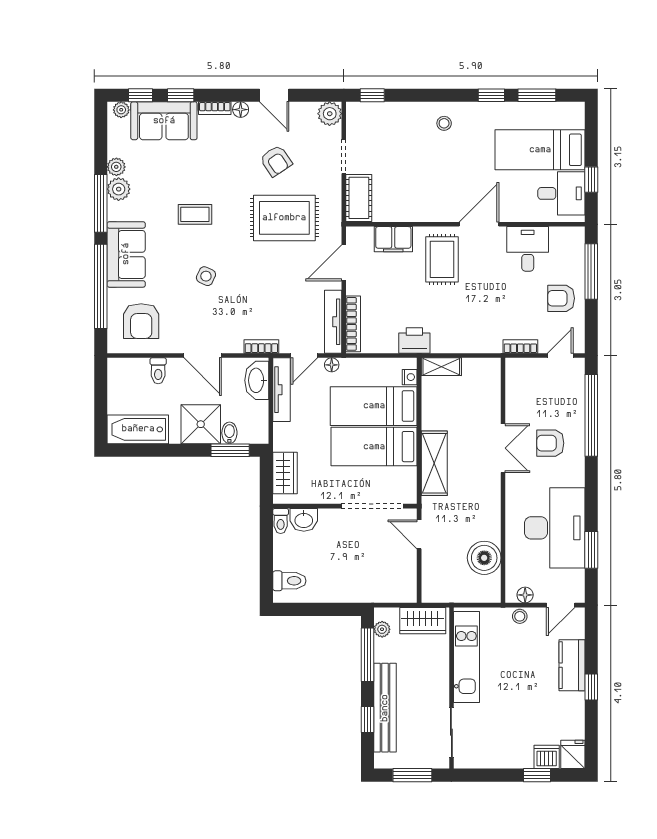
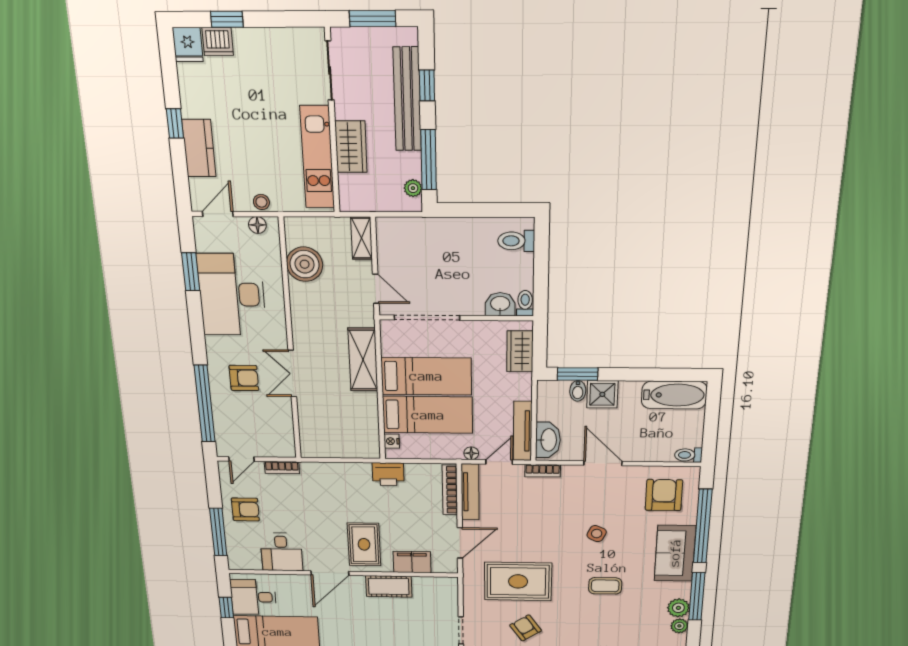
cot: (359, 198) -> (389, 586), moved, turned 90
shelving: (441, 367) -> (362, 238), moved, turned 90
toilet: (158, 371) -> (688, 455), moved, turned -90
shower: (201, 424) -> (602, 394), width x0.73, depth x0.73
wardrobe: (423, 621) -> (351, 147), moved, turned 90

